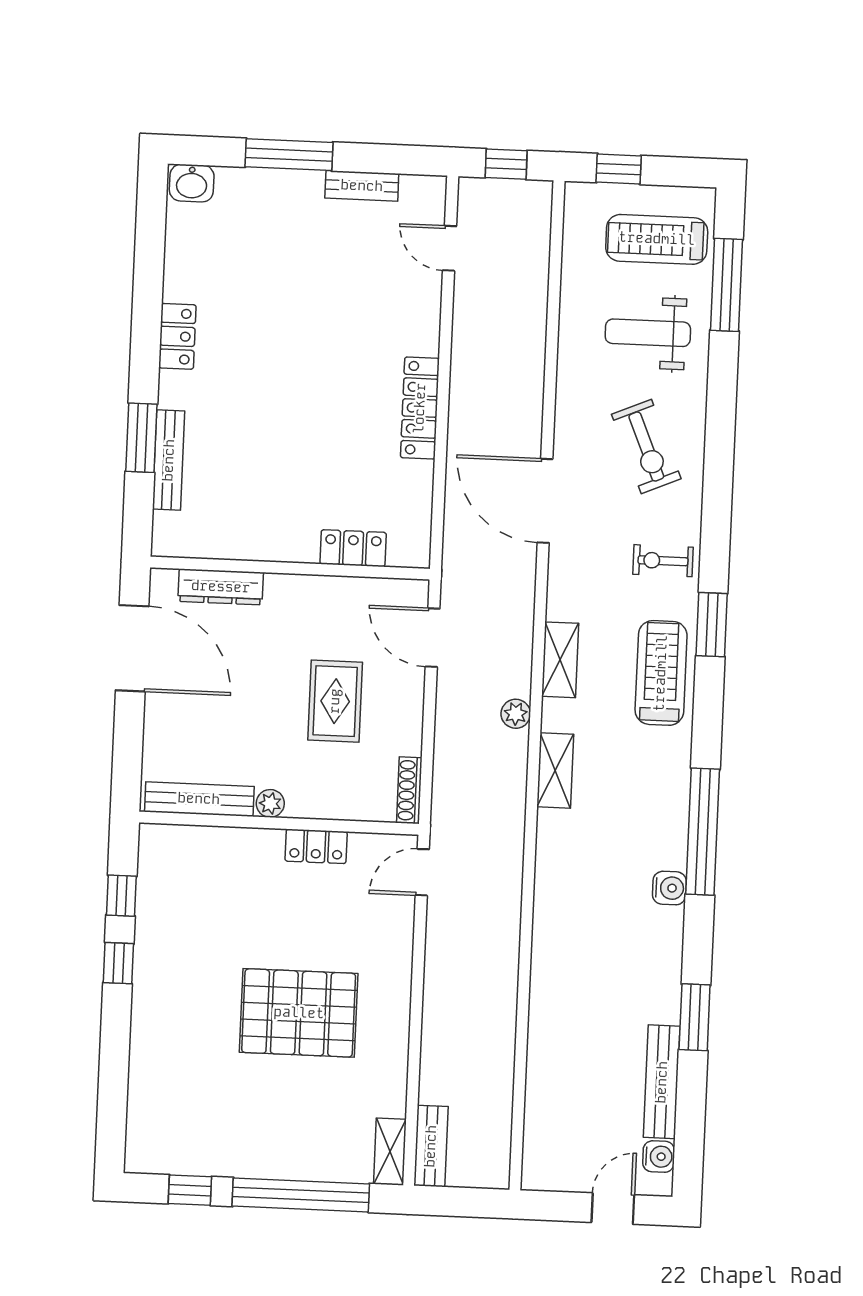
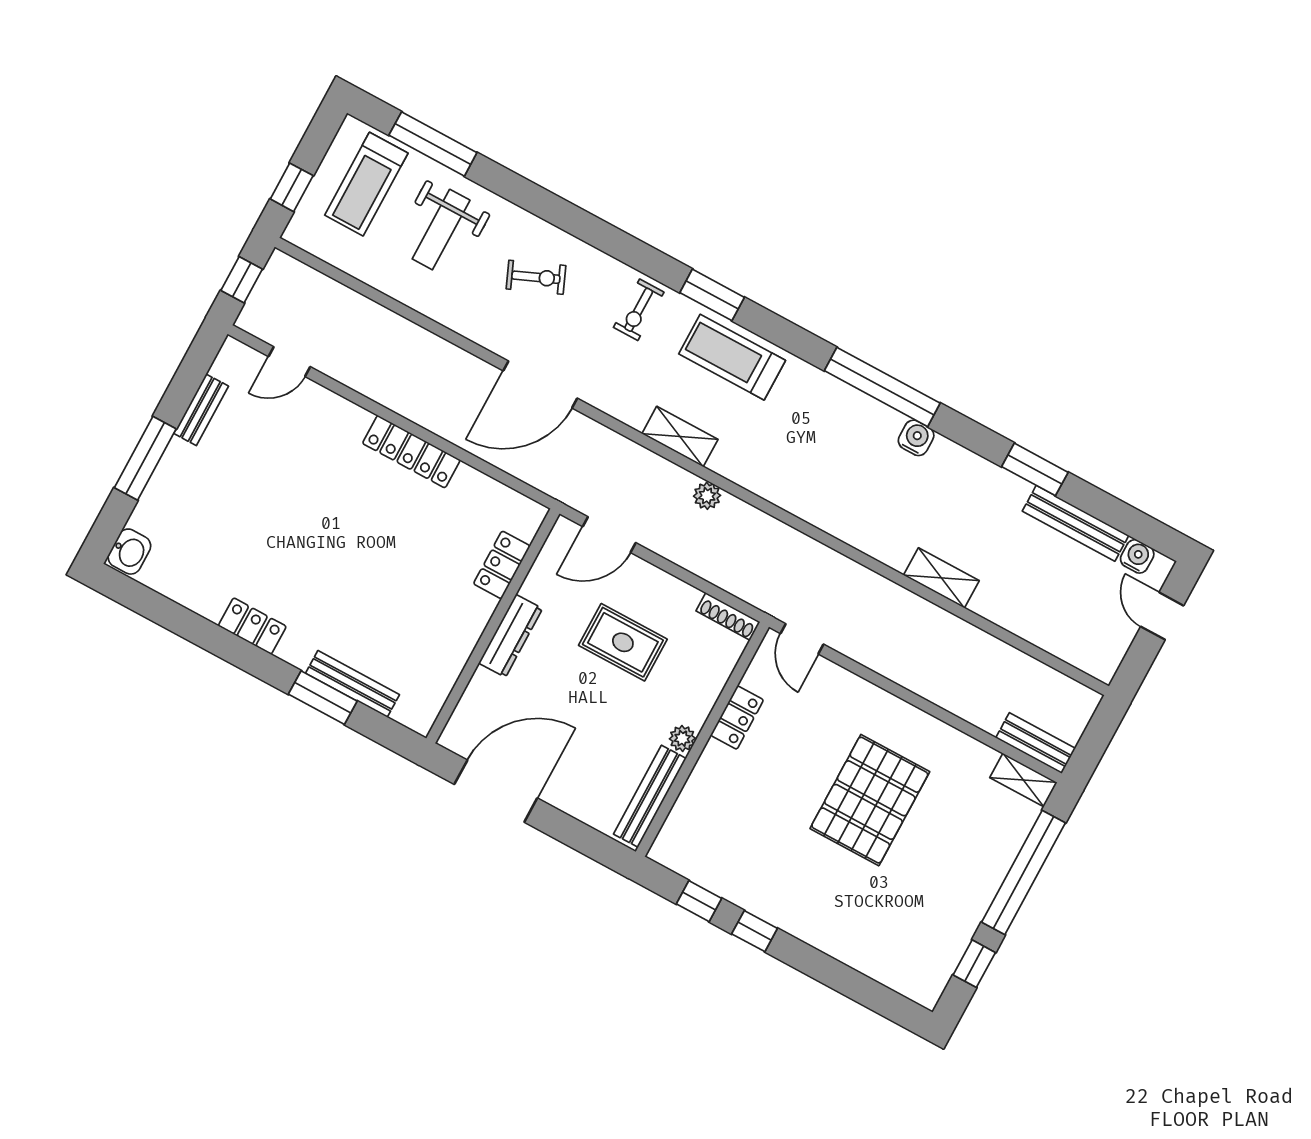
exercise bike: (646, 446) -> (536, 277), width x0.73, depth x0.72
dresser: (221, 587) -> (511, 636), moved
shelving: (555, 770) -> (941, 578), moved

